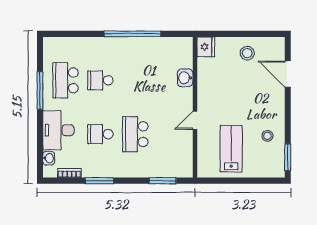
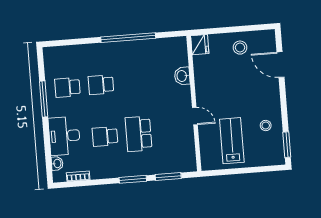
school desk: (66, 80) -> (67, 87), width x0.54
door: (195, 120) -> (195, 116), swing flipped
window: (99, 181) -> (133, 179), moved

